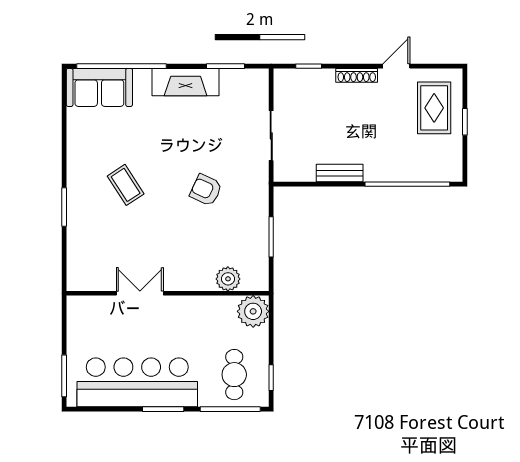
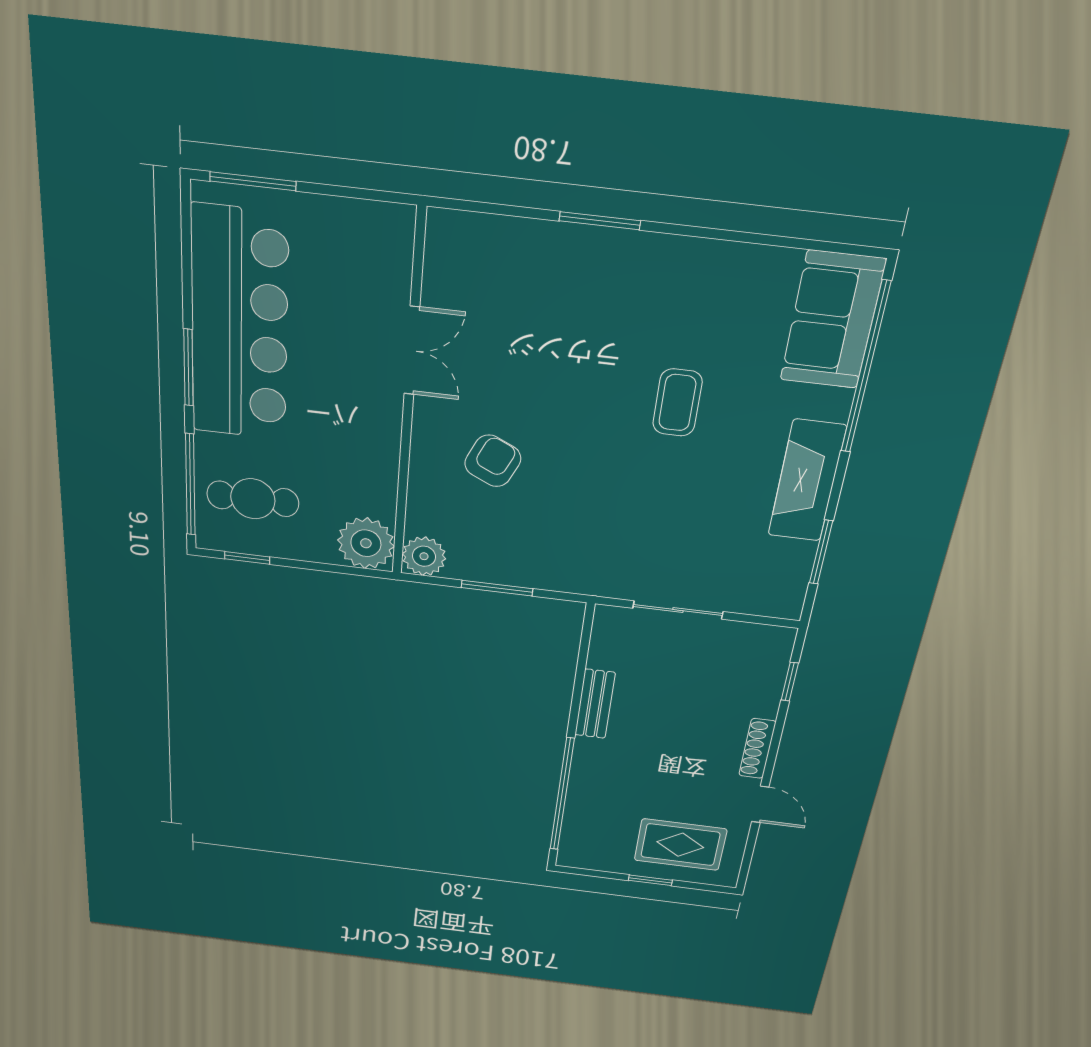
coffee table: (126, 185) -> (677, 403), moved, turned -57
armchair: (206, 190) -> (493, 461), moved
plant: (228, 279) -> (424, 556), moved

